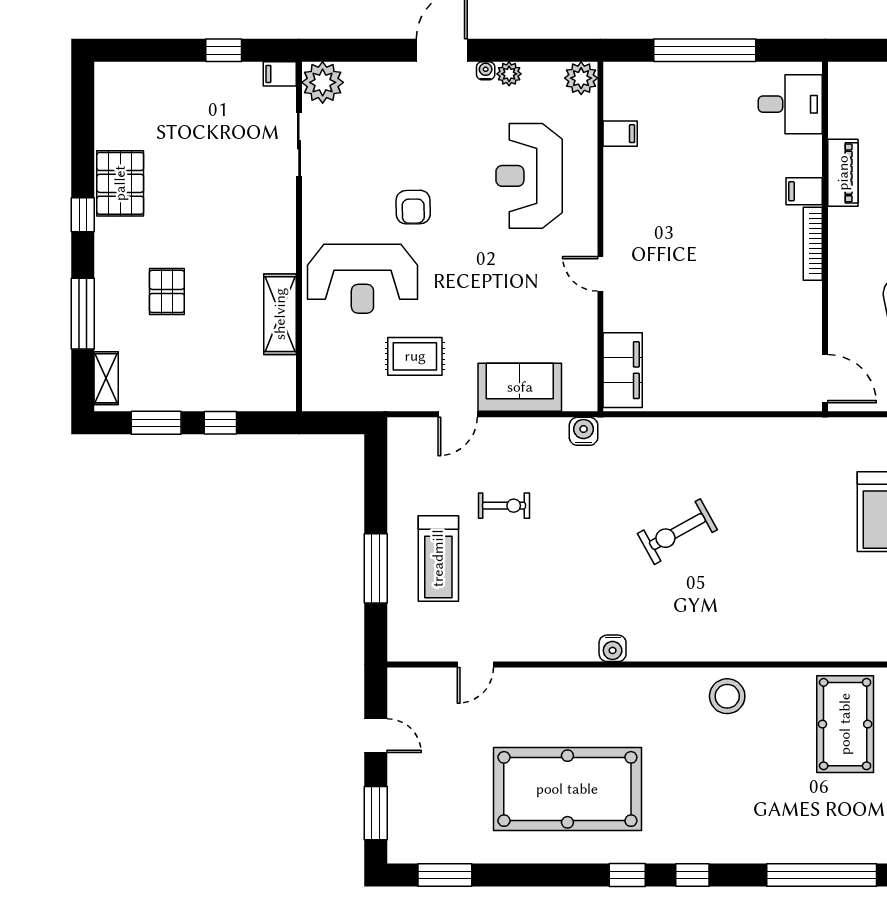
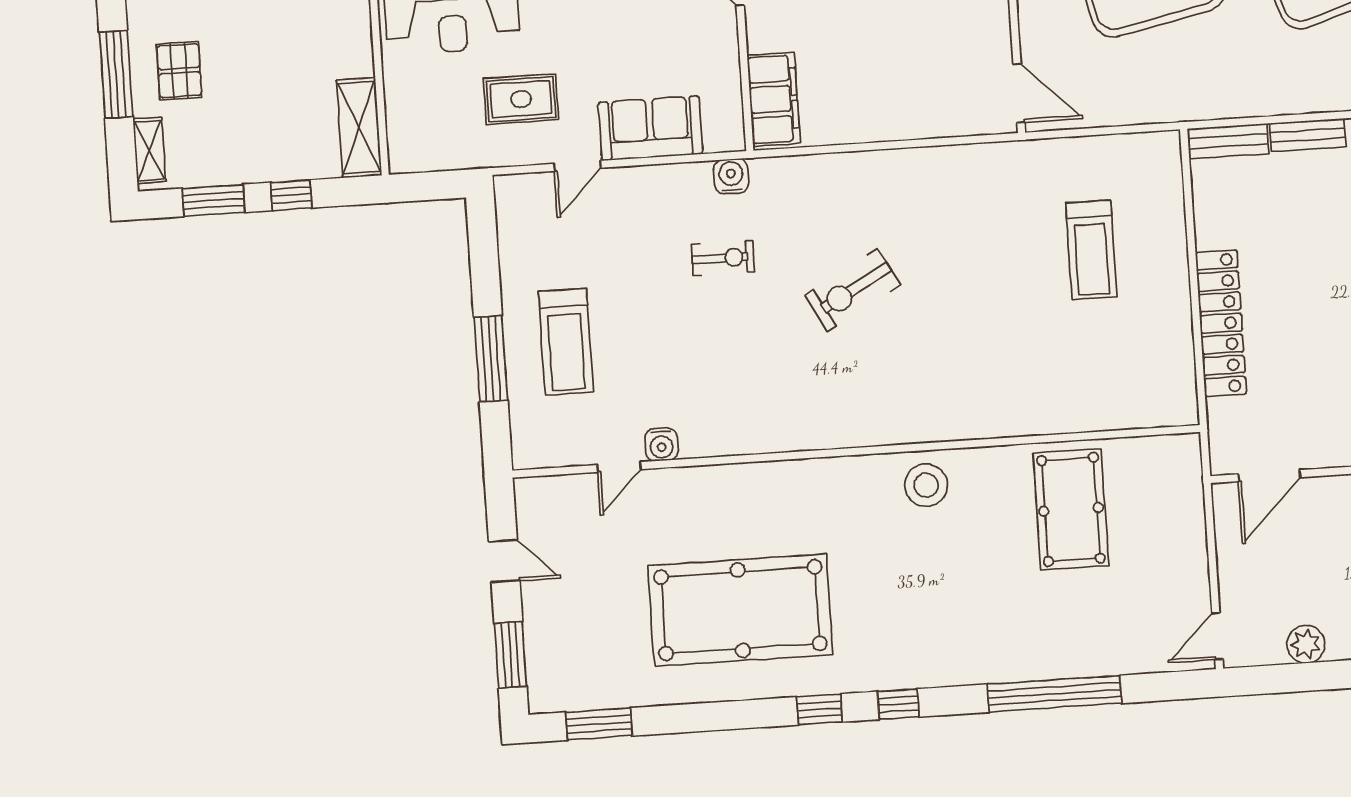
pallet: (167, 291) -> (179, 71), moved
shelving: (280, 314) -> (359, 128), moved
exercise bike: (504, 506) -> (723, 258), moved
water cooler: (613, 648) -> (662, 445), moved

